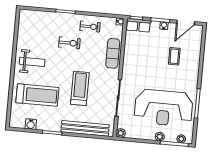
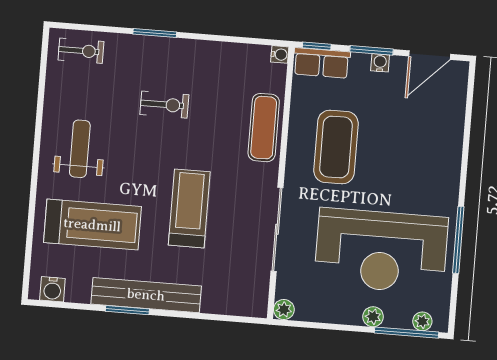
exercise bike: (90, 27) -> (81, 51), moved
coffee table: (174, 56) -> (336, 147), moved, width x1.86, depth x1.72
weight bench: (32, 62) -> (80, 149), turned -90
water cooler: (31, 124) -> (52, 289), moved
bench: (85, 128) -> (146, 295), moved

